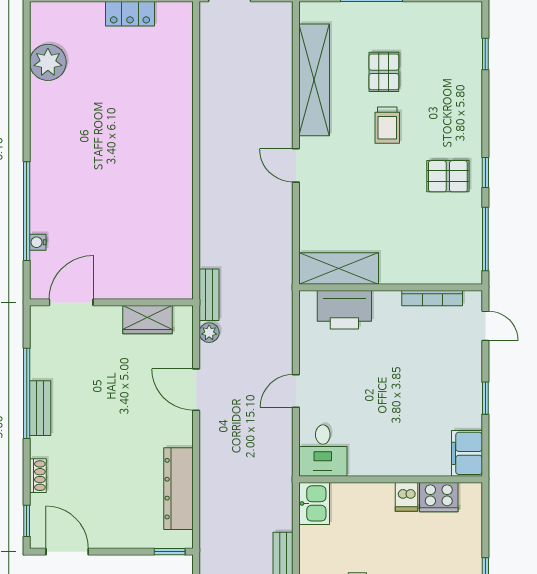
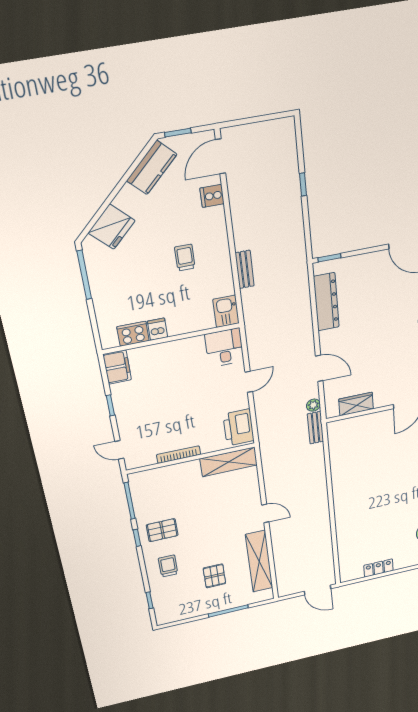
trolley: (387, 125) -> (168, 566), moved
bookcase: (432, 298) -> (179, 455), moved
printer: (344, 310) -> (239, 427), moved, turned -90

